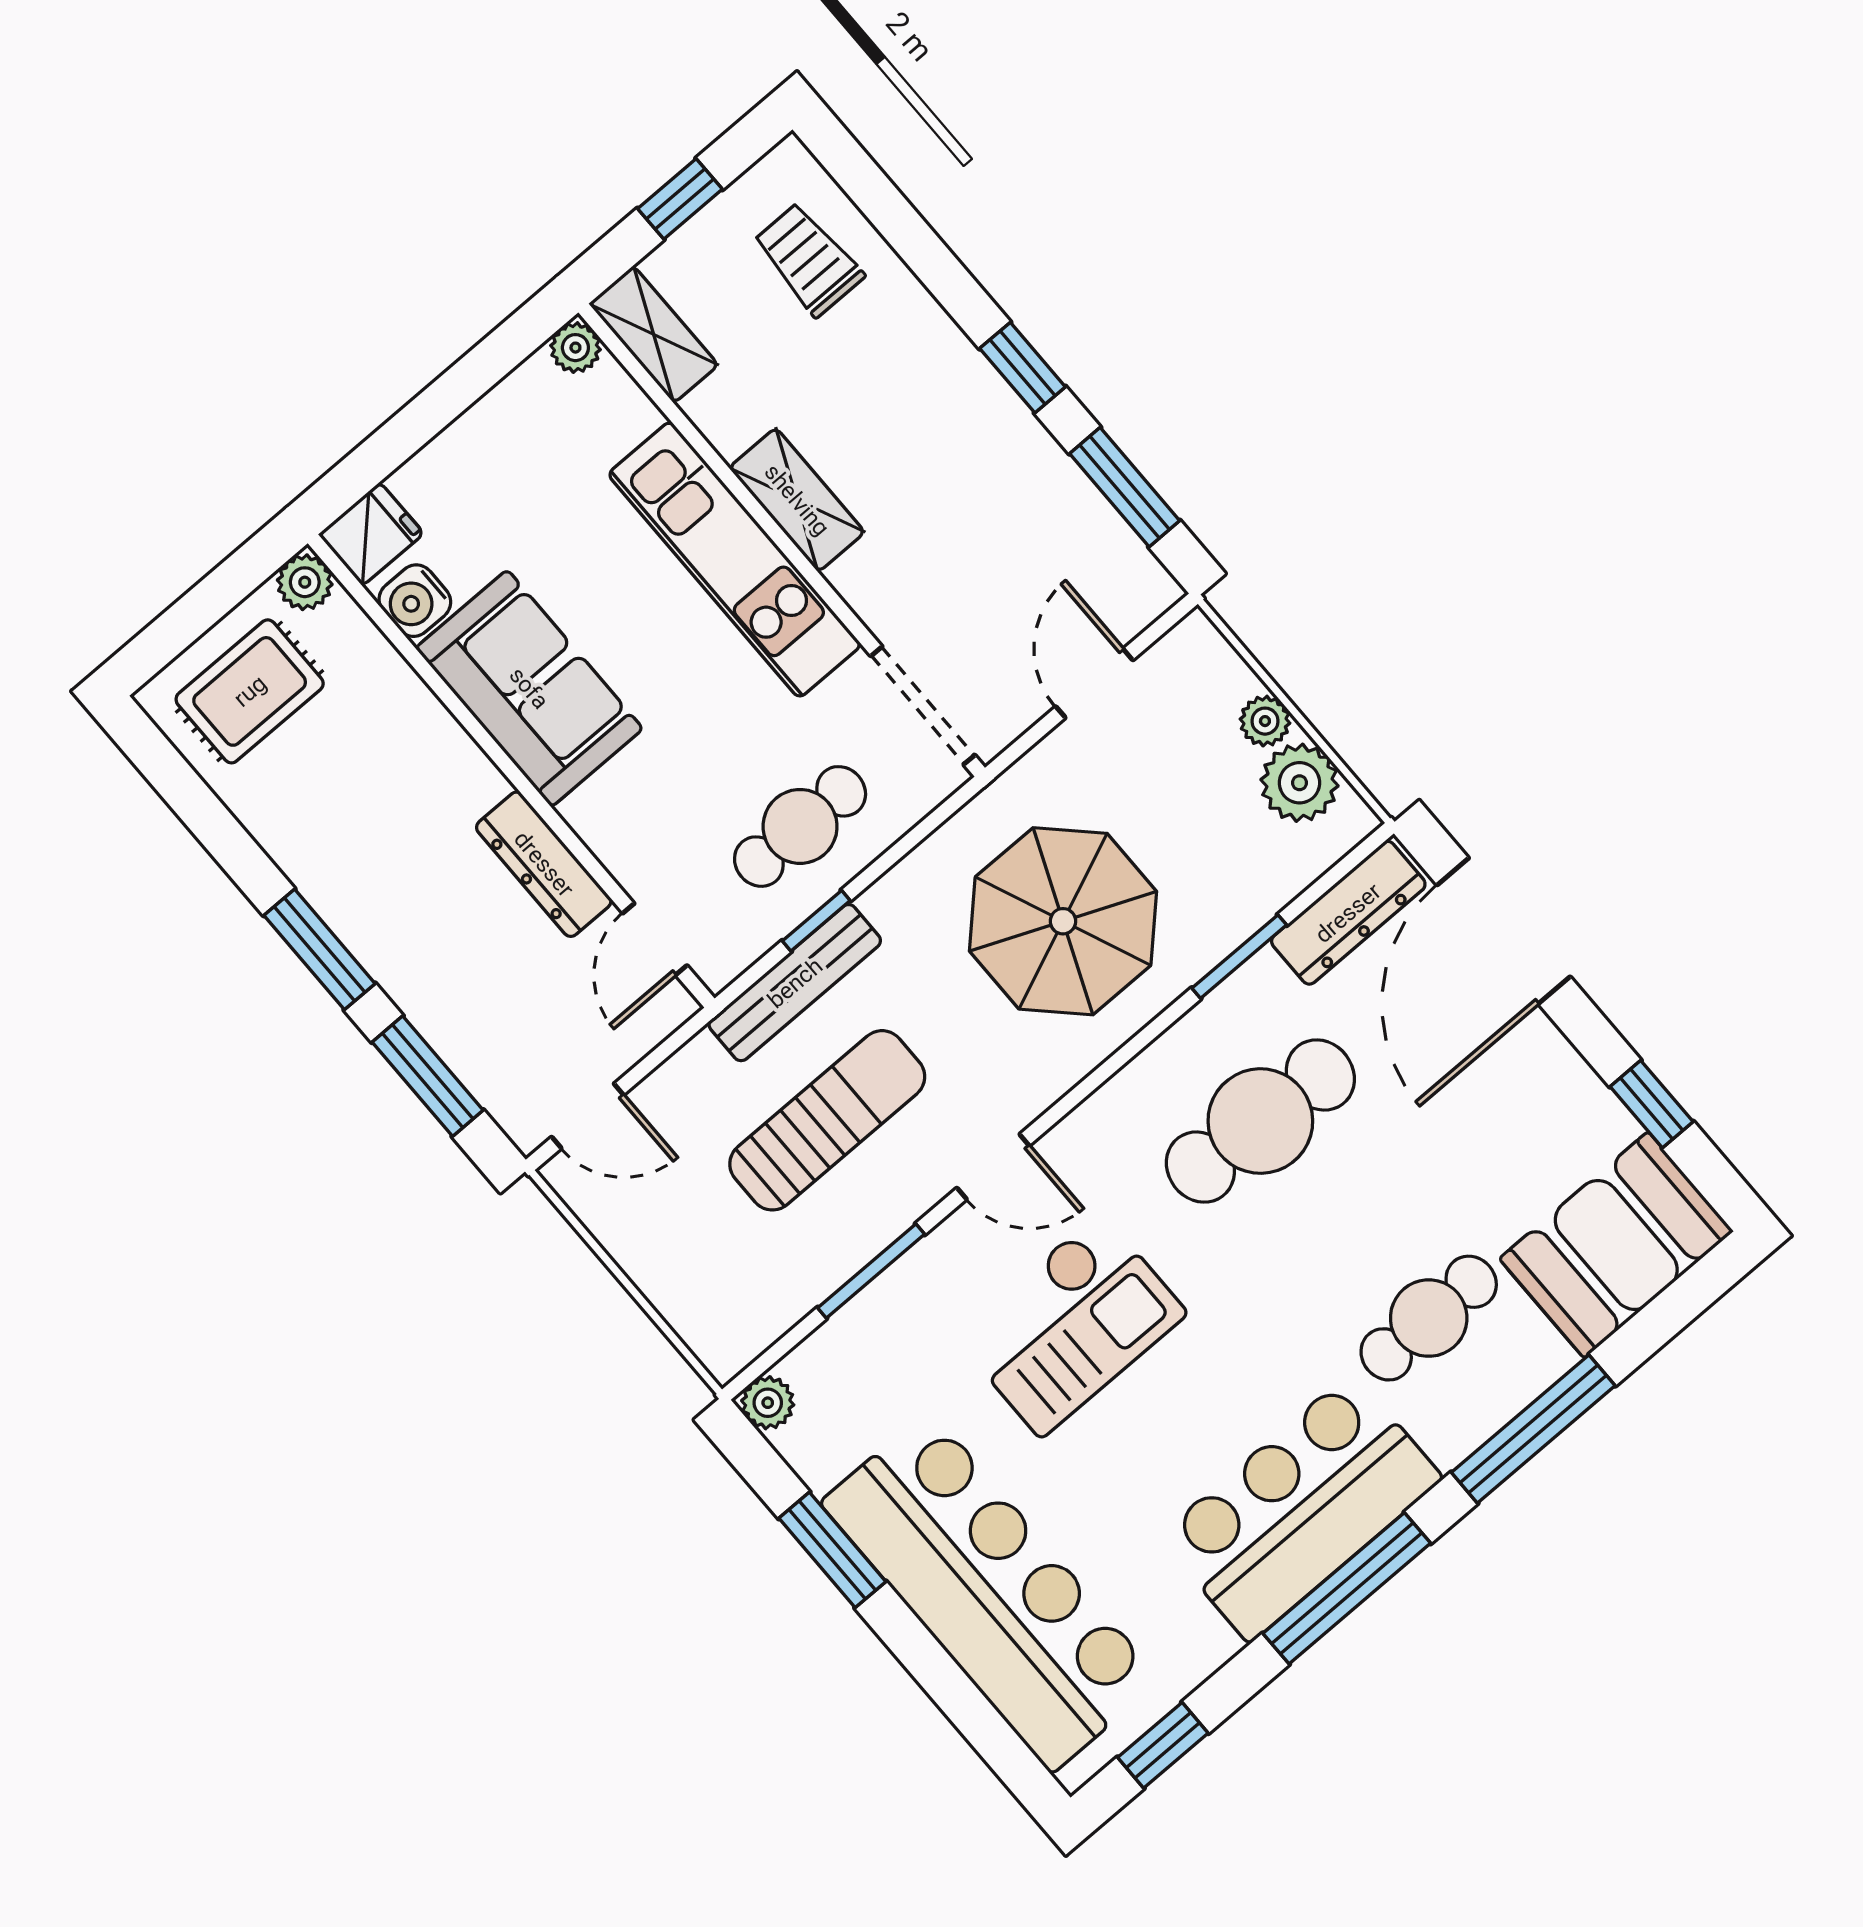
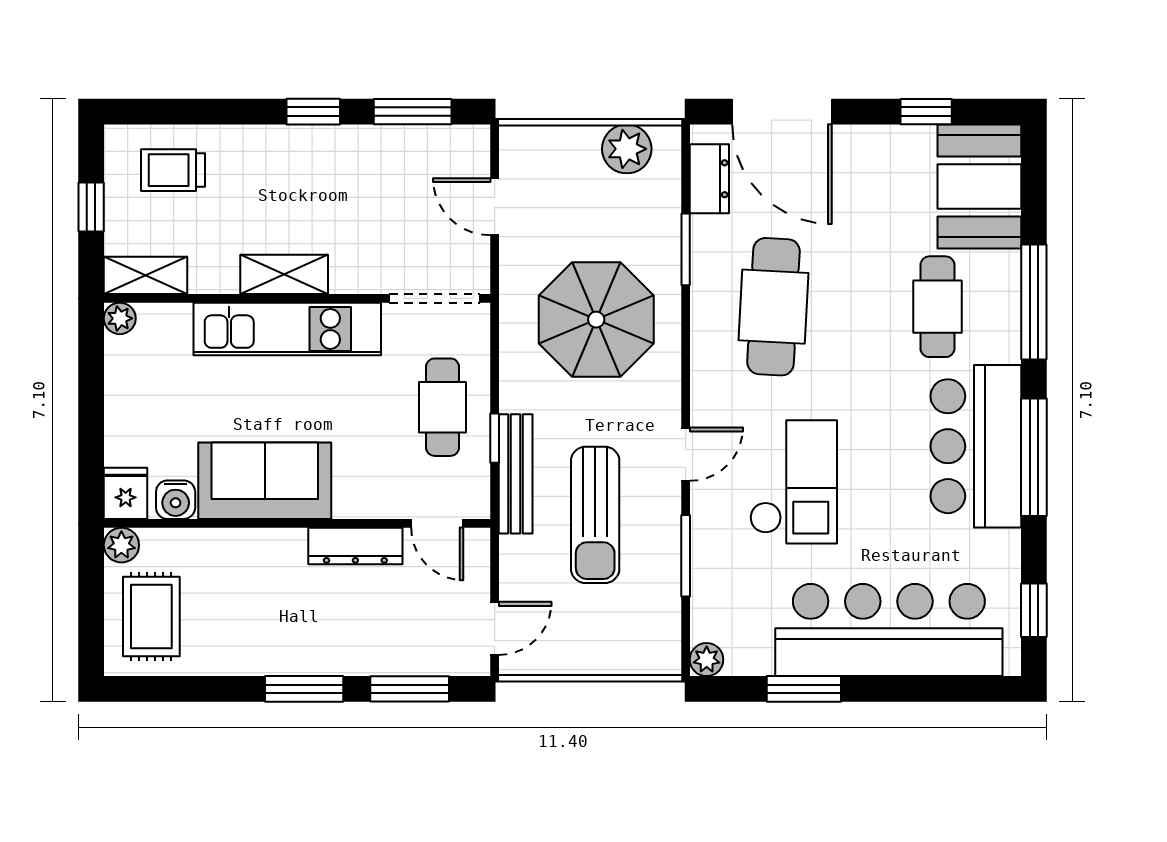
plant: (1265, 721) -> (583, 140), removed
dresser: (1348, 913) -> (709, 179), width x0.70
sun lounger: (827, 1120) -> (595, 515), turned 180

